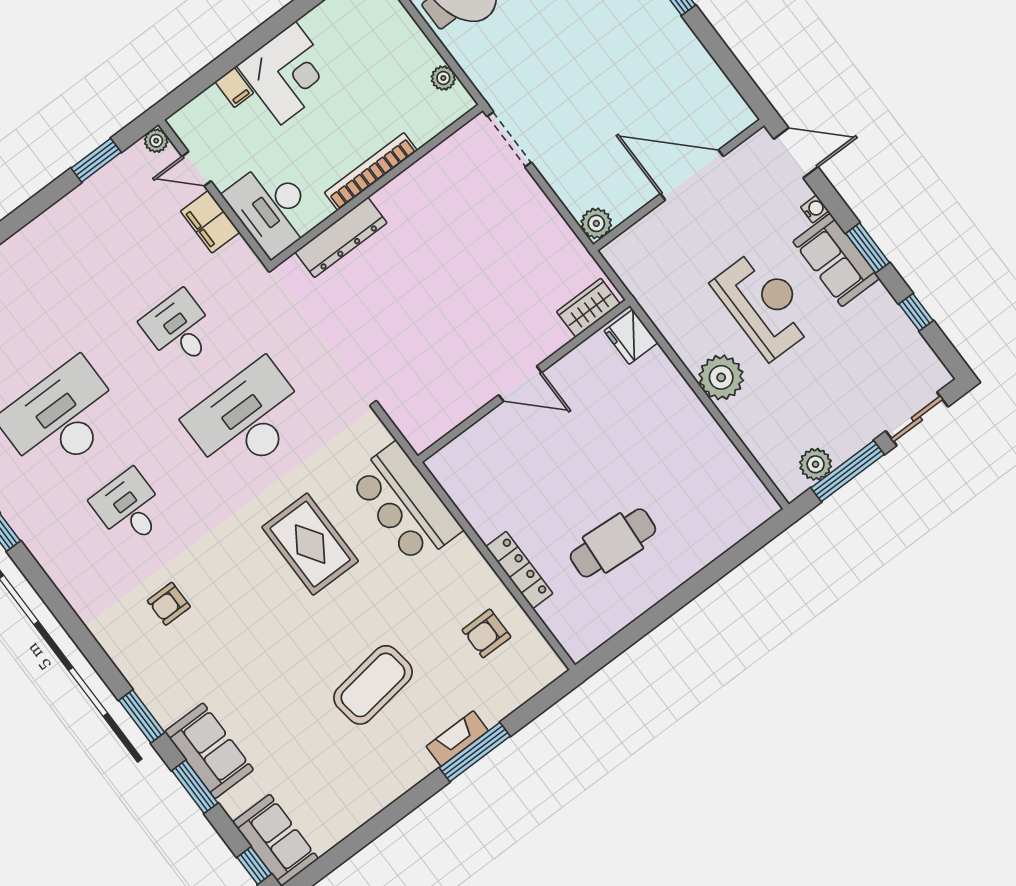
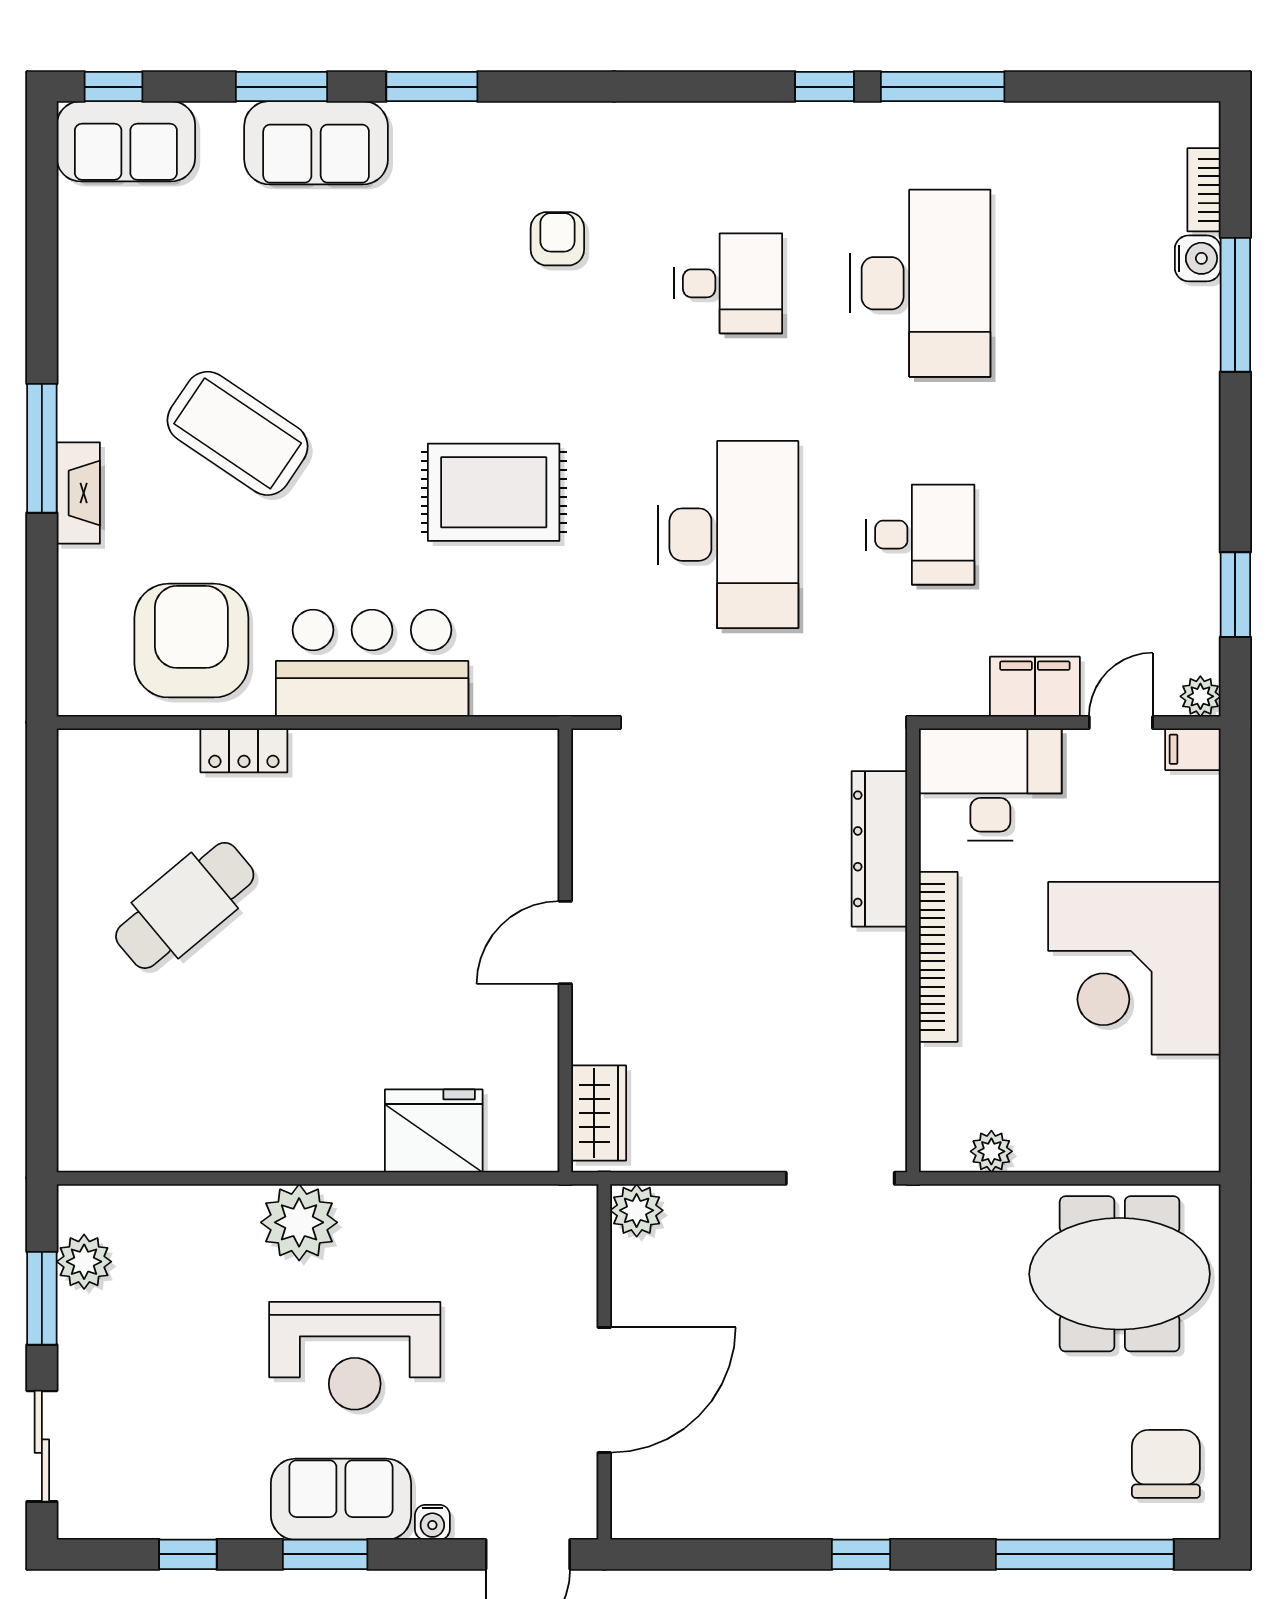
corner desk: (288, 73) -> (1134, 968), width x1.36, depth x1.36
filing cabinet: (234, 87) -> (1193, 749), moved
wardrobe: (588, 308) -> (599, 1113), moved
fridge: (631, 337) -> (434, 1131), width x1.36, depth x1.34
wall: (524, 381) -> (565, 950), moved
door: (520, 384) -> (565, 942), moved
window: (848, 471) -> (42, 1298), width x0.69
bar counter: (405, 504) -> (372, 663), moved
cafe table: (613, 543) -> (185, 905), turned 46
locker: (519, 570) -> (244, 750), width x0.66
armchair: (486, 633) -> (191, 641), width x1.88, depth x1.88
coffee table: (373, 685) -> (238, 433), turned -48
window: (475, 752) -> (42, 448), moved

